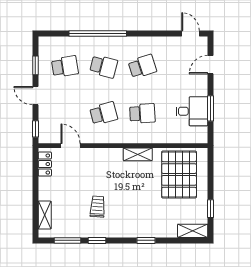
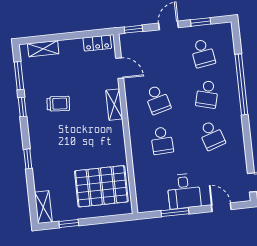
desk: (192, 111) -> (184, 191), moved
door: (71, 146) -> (120, 68), hinge flipped
shelving: (138, 154) -> (114, 105), moved

